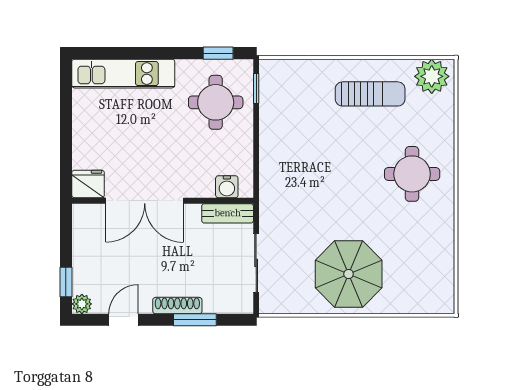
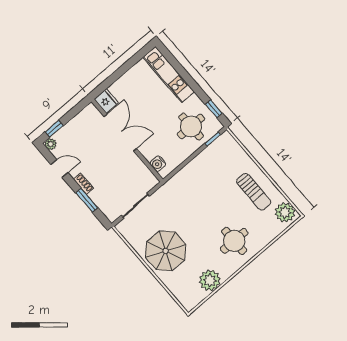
double door: (145, 201) -> (120, 132), swing flipped
bench: (228, 213) -> (146, 174), removed
plant: (436, 250) -> (210, 280), added
shoe rack: (177, 306) -> (84, 184), width x0.70

